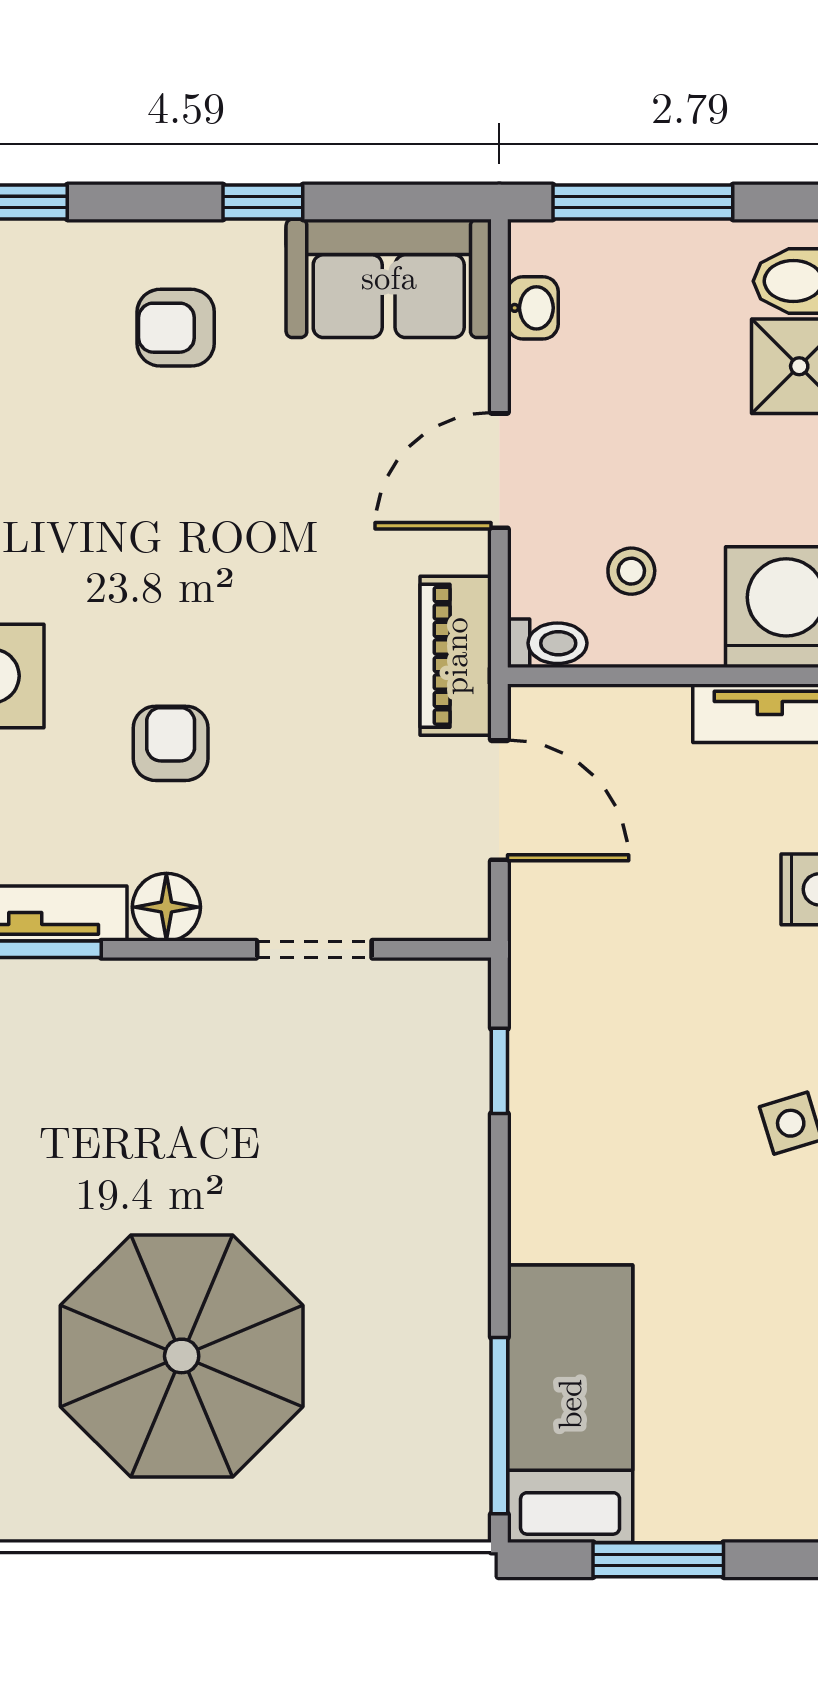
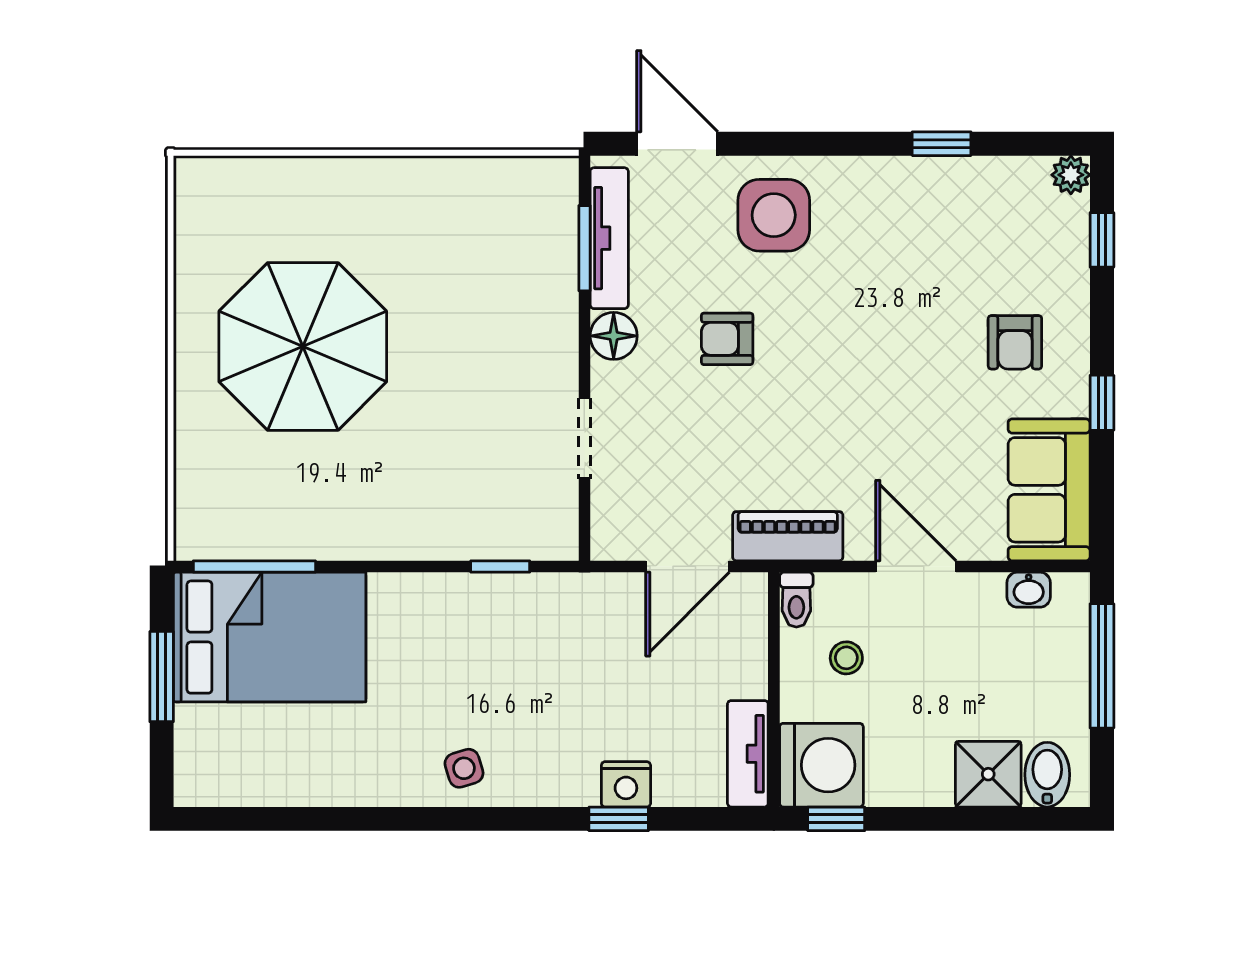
armchair: (176, 328) -> (1015, 342), turned 180
armchair: (171, 743) -> (727, 339), turned 180
bed: (570, 1404) -> (270, 637), width x1.50

